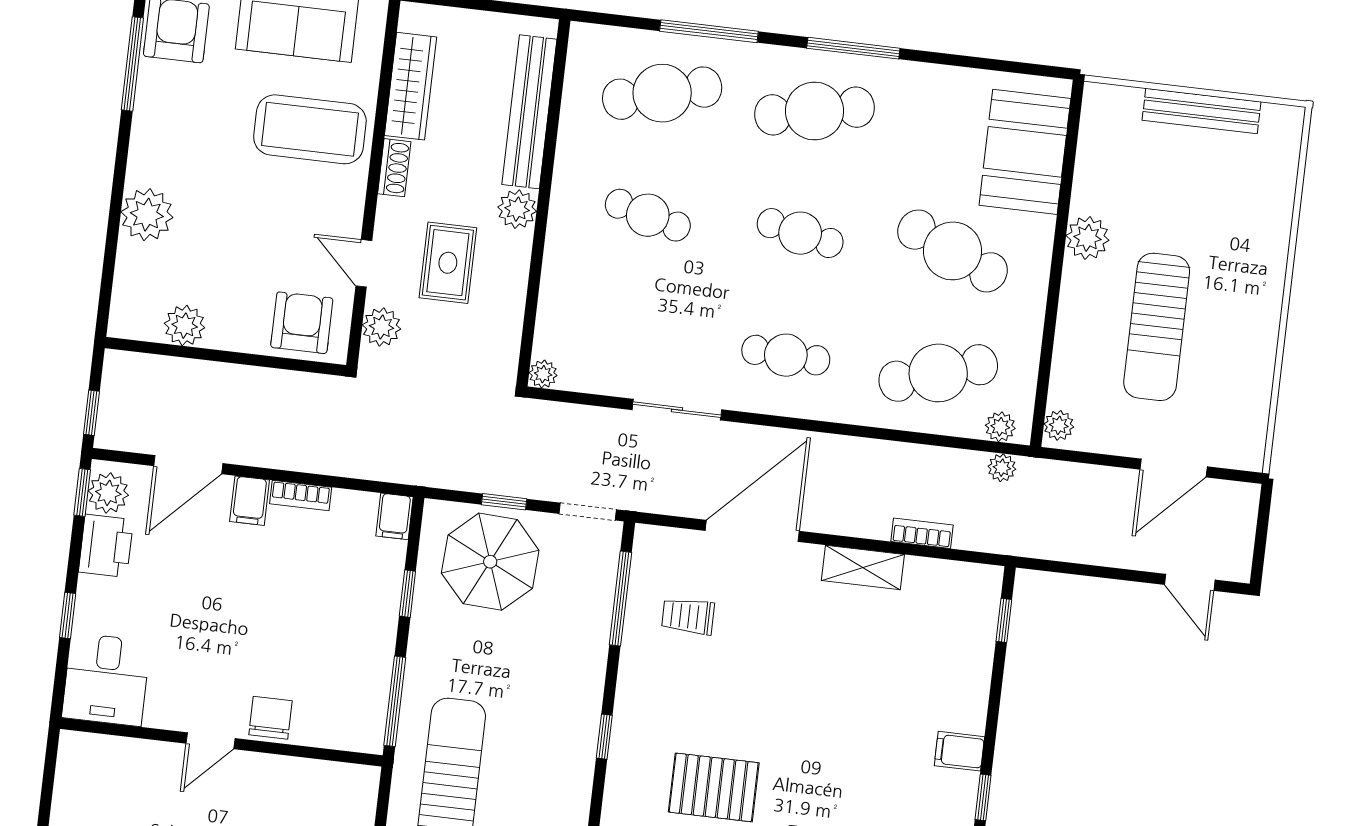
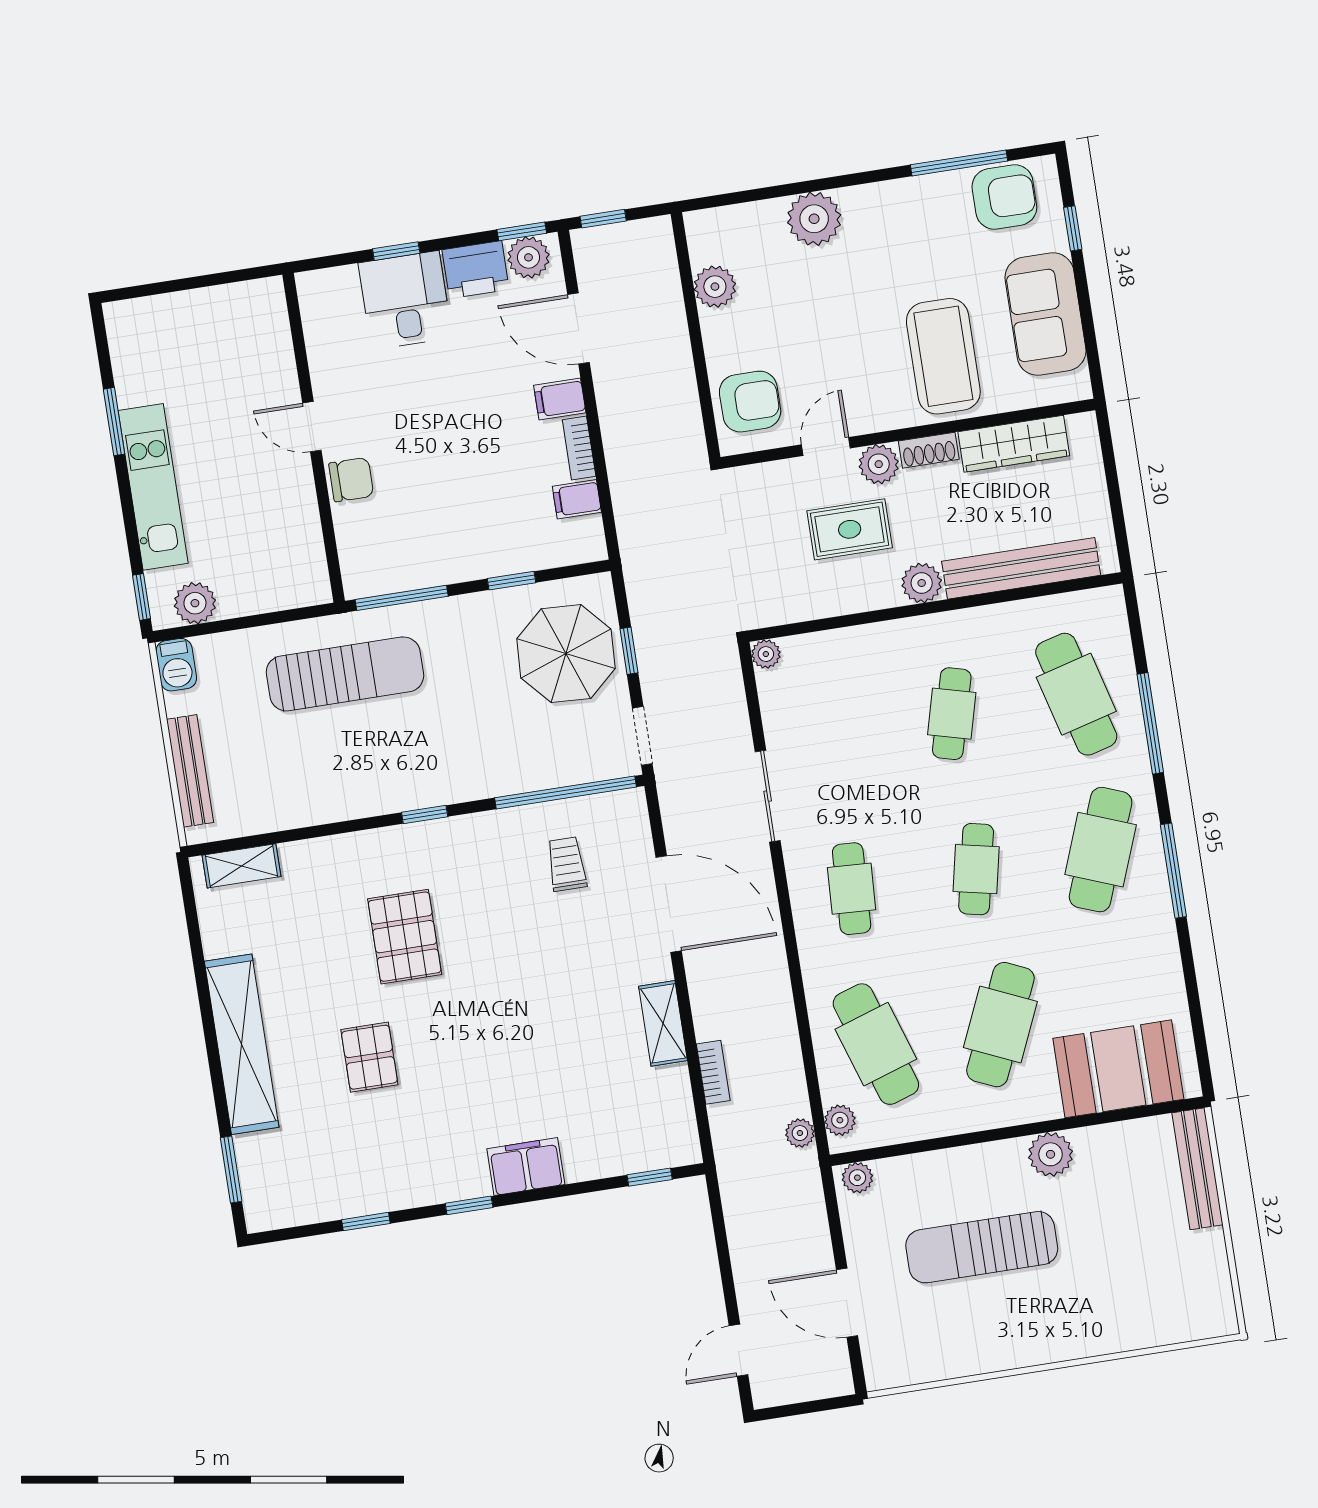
cafe table: (814, 111) -> (1101, 850), turned 33
bench: (1202, 111) -> (1197, 1169), moved
plant: (382, 327) -> (879, 464), moved
filing cabinet: (395, 516) -> (577, 499), moved
window: (620, 599) -> (565, 792), width x1.46
desk: (106, 679) -> (405, 300), moved, turned 90
filing cabinet: (959, 751) -> (526, 1167), width x2.00

